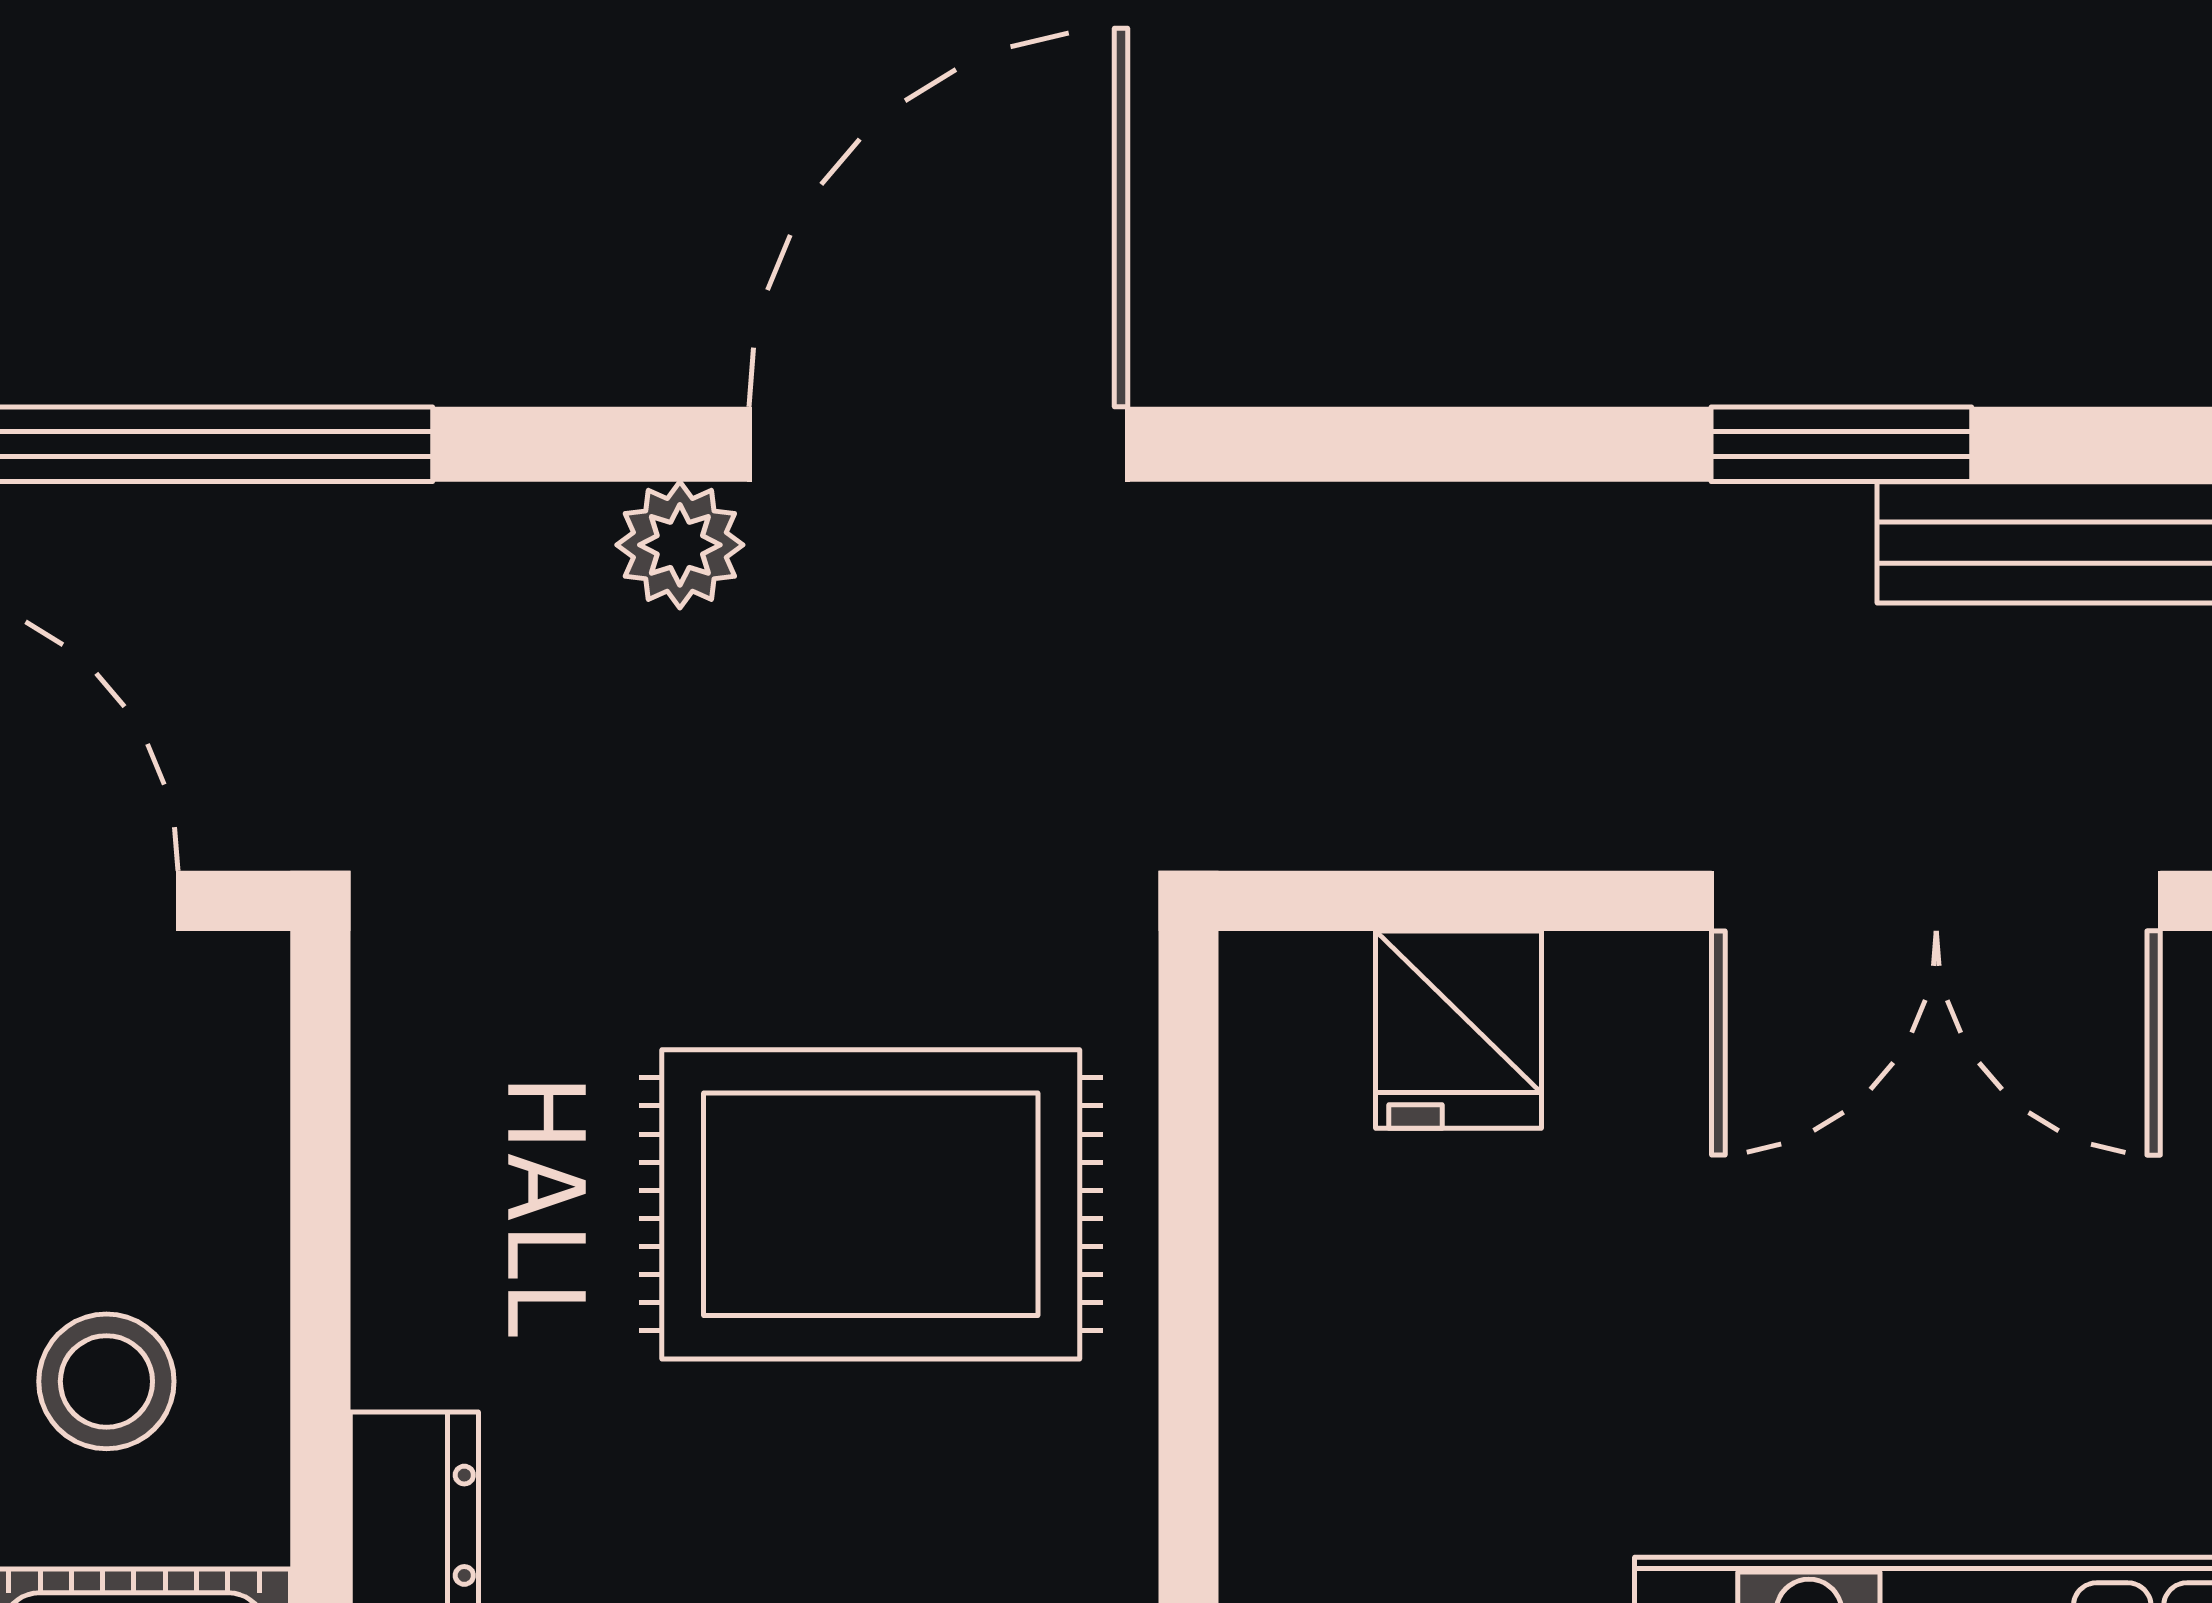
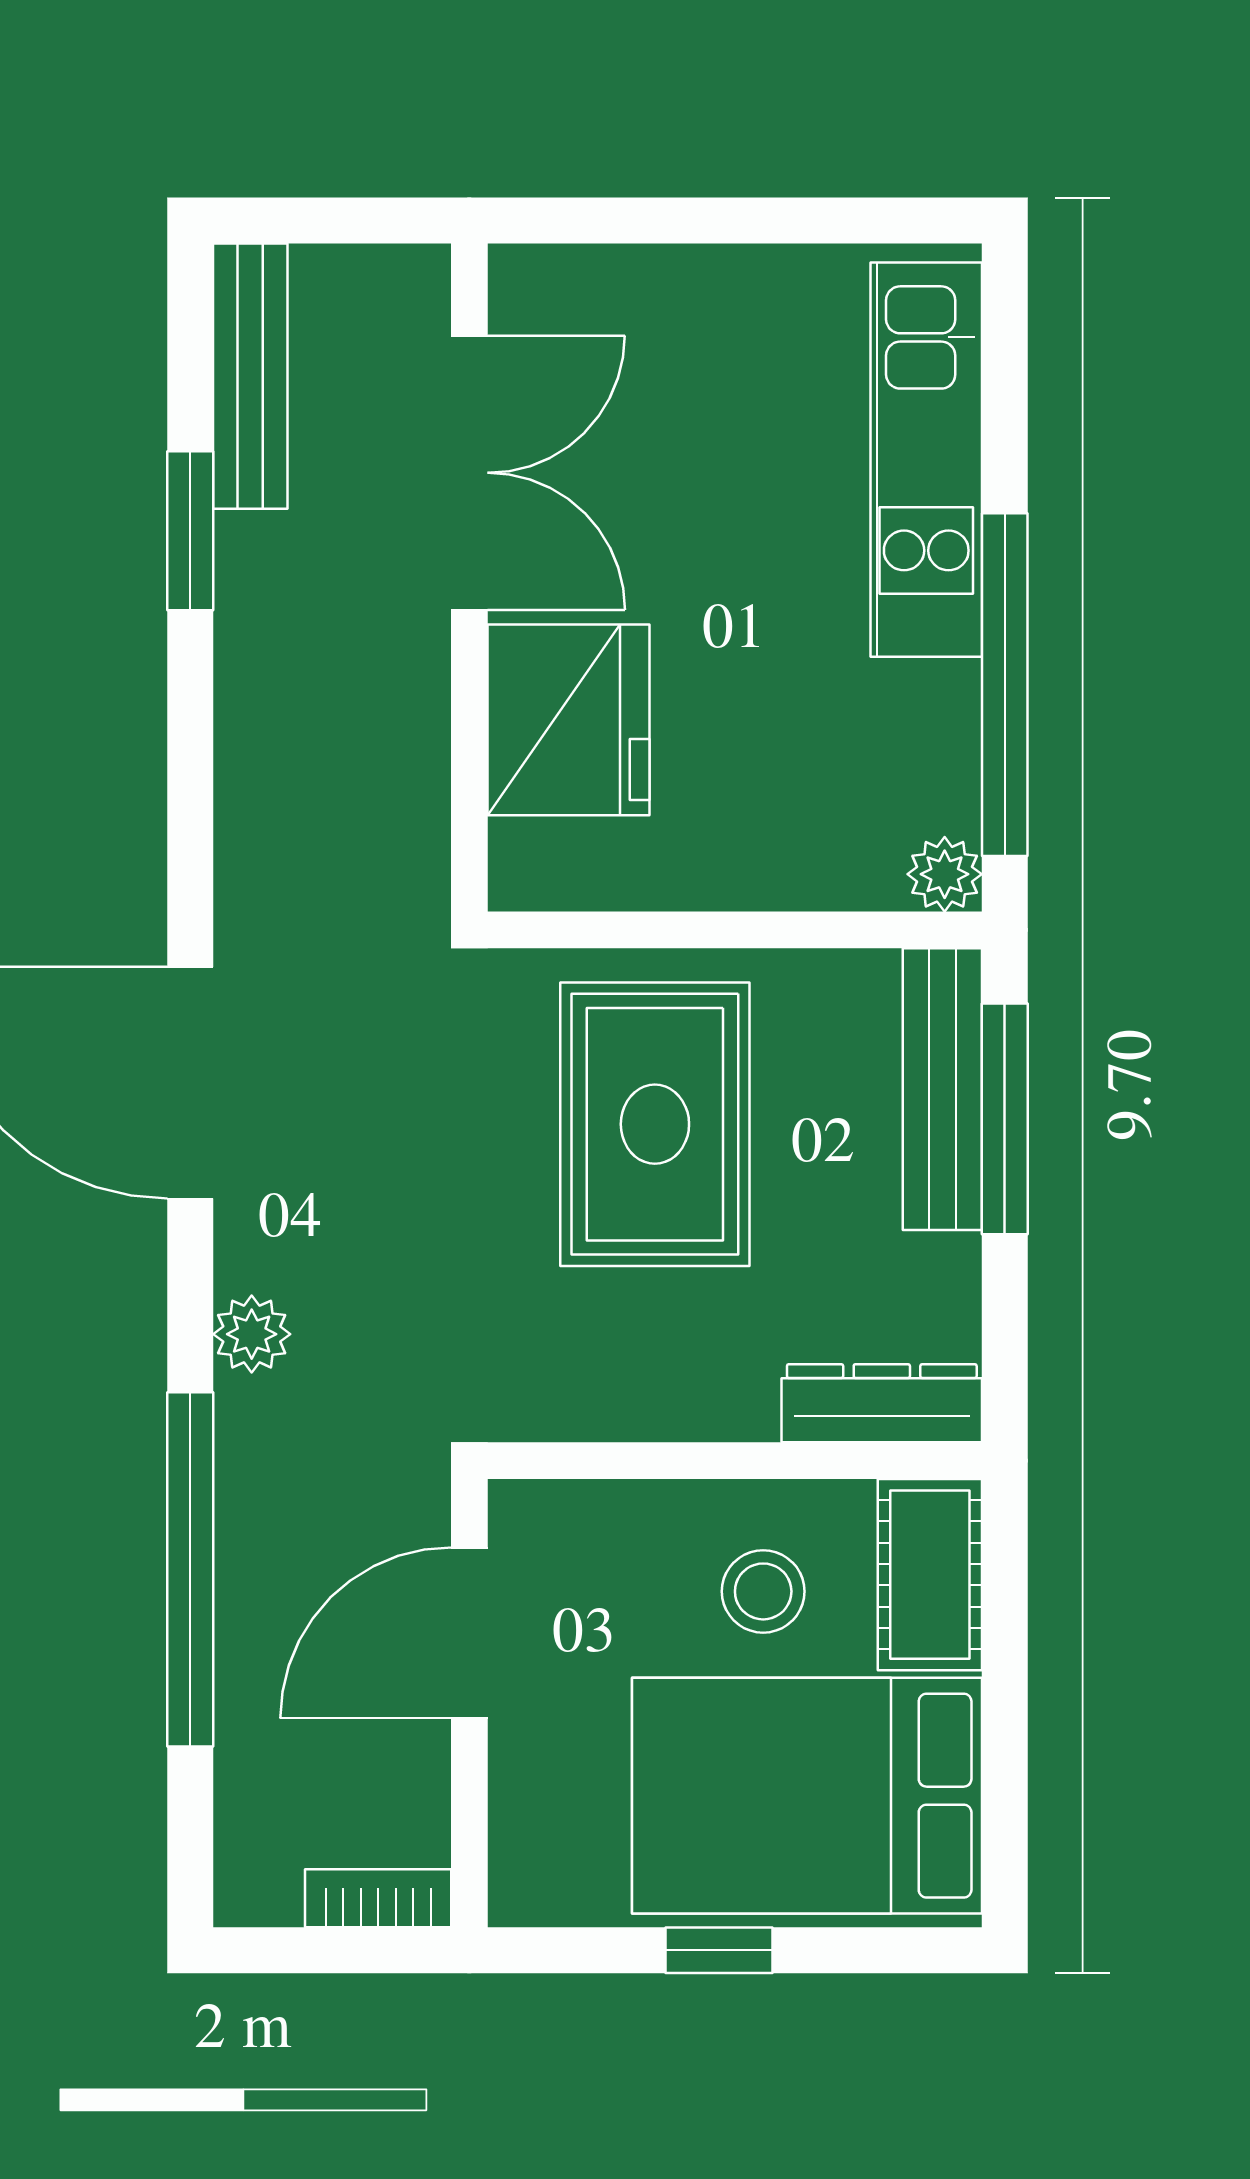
plant: (680, 545) -> (252, 1334), moved
fridge: (1459, 1030) -> (568, 720), width x1.88, depth x1.34

